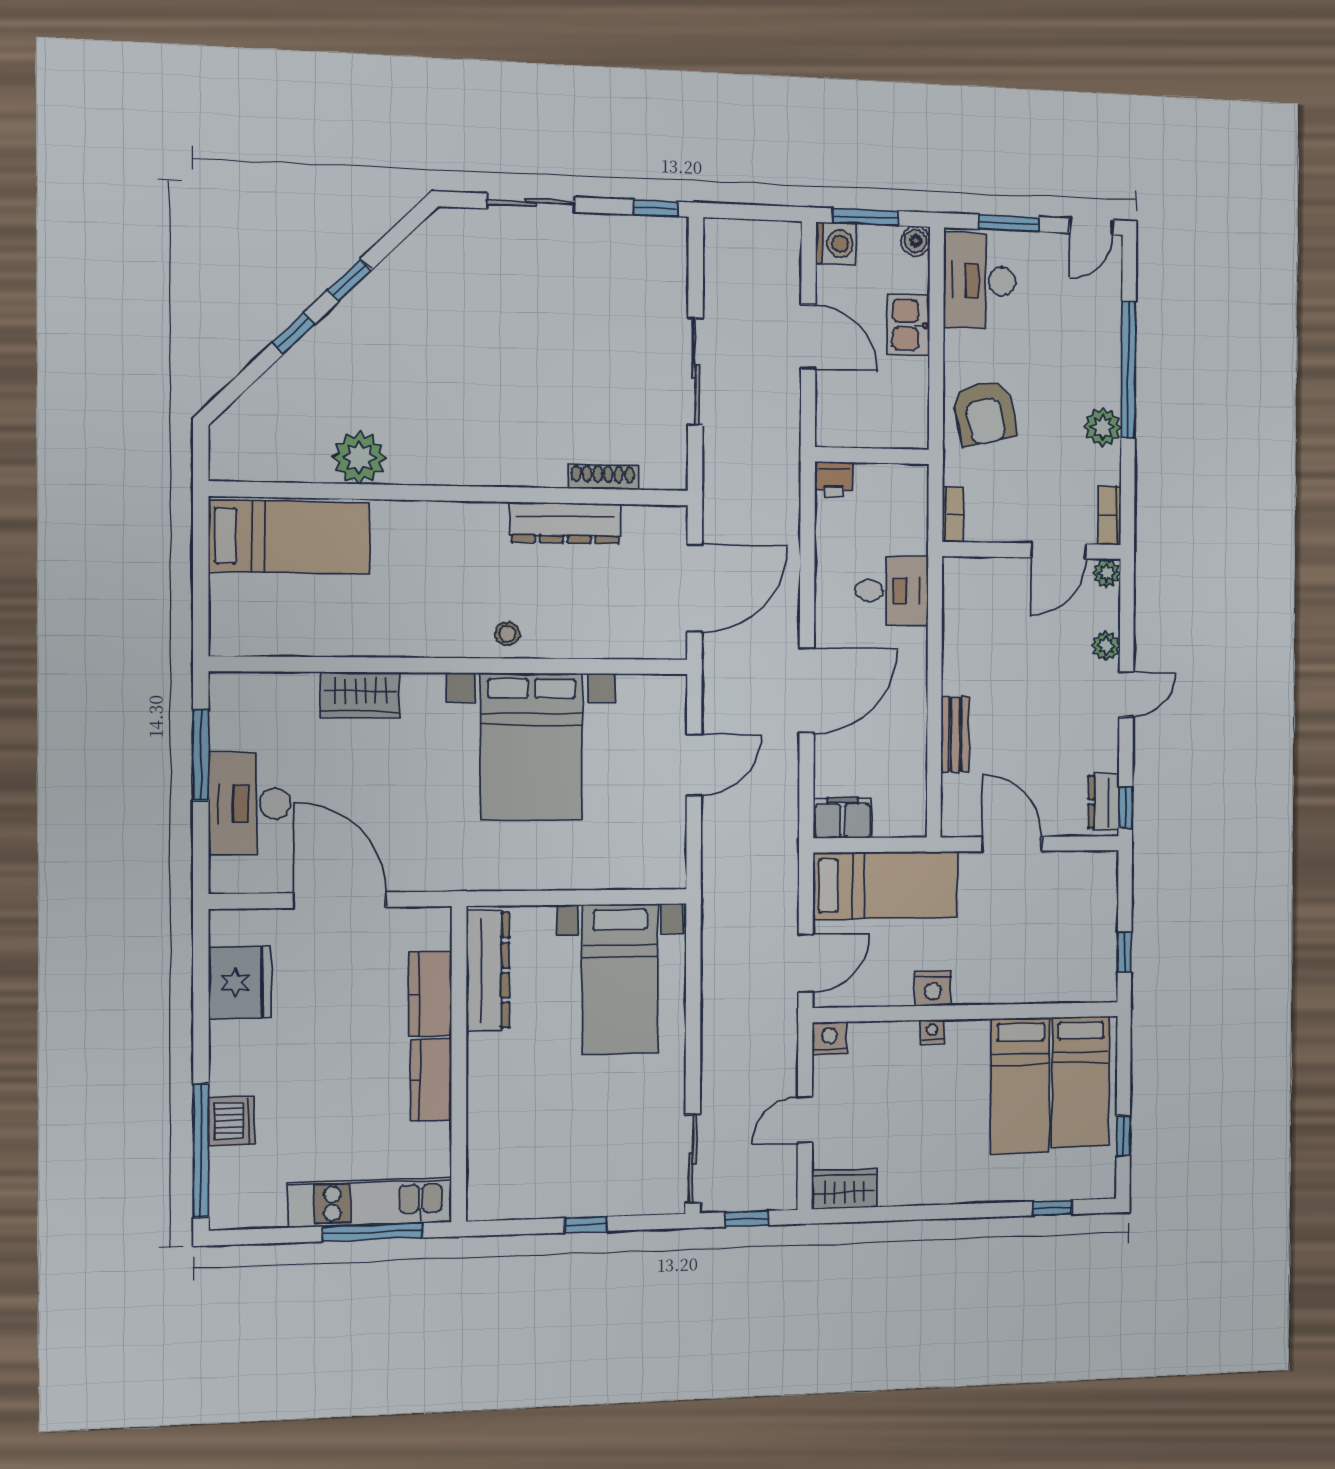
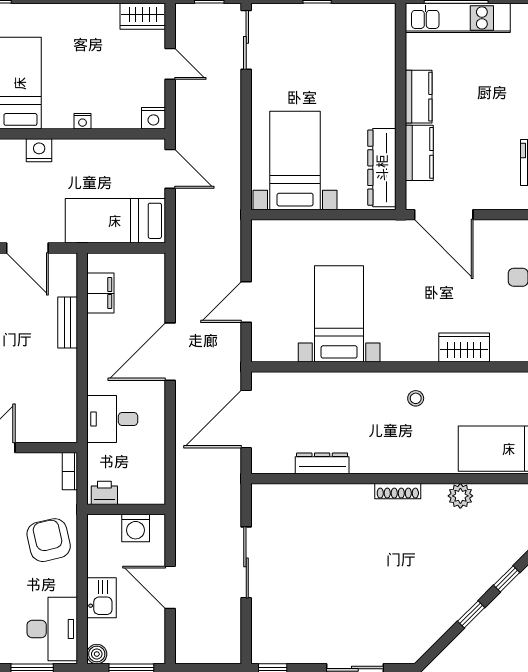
washing machine: (836, 244) -> (136, 528), moved, turned -90
plant: (359, 458) -> (460, 496), width x0.73, depth x0.73
shoe rack: (603, 477) -> (398, 491), moved
printer: (834, 480) -> (104, 493), moved
dresser: (565, 523) -> (322, 463), width x0.73, depth x0.80
stool: (507, 634) -> (416, 398), moved
bed with nightstands: (531, 747) -> (339, 314), width x0.73
filing cabinet: (843, 818) -> (100, 293), moved, turned -90
door: (340, 900) -> (444, 215), moved
door: (806, 963) -> (170, 169), swing flipped
nightstand: (933, 989) -> (39, 150), moved
door: (805, 1119) -> (170, 64), hinge flipped

